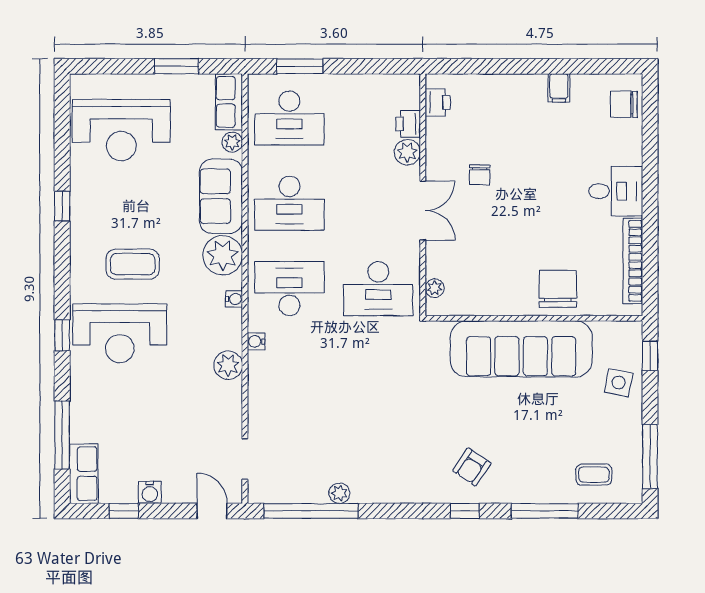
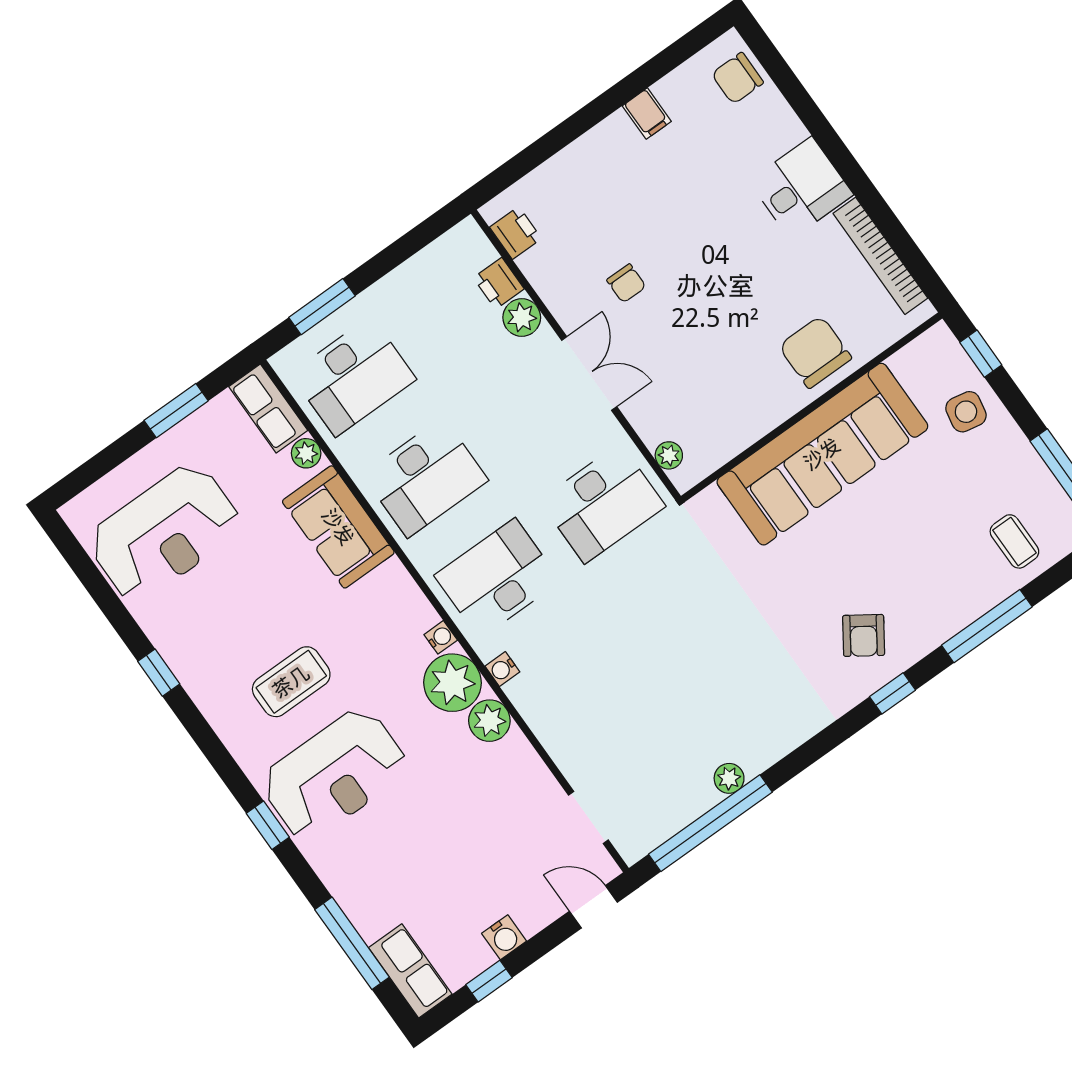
plant: (223, 255) -> (452, 683), moved
coffee table: (594, 475) -> (1014, 541), turned 90

